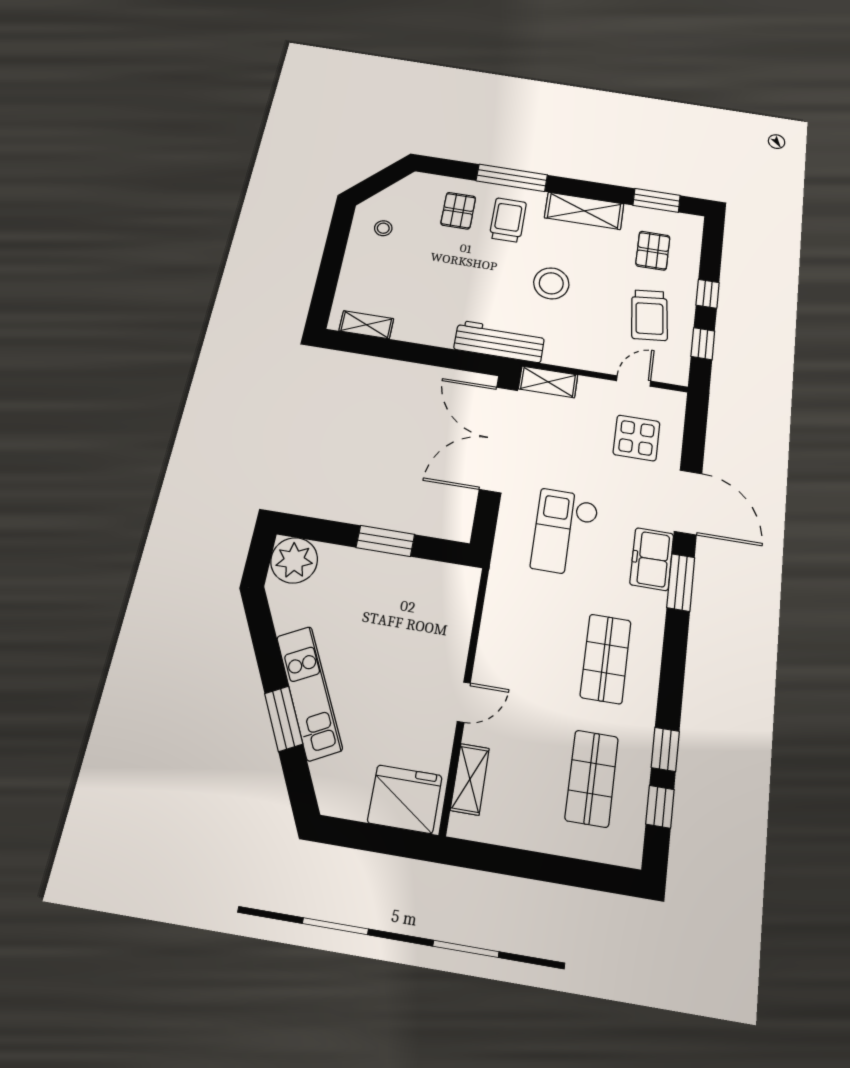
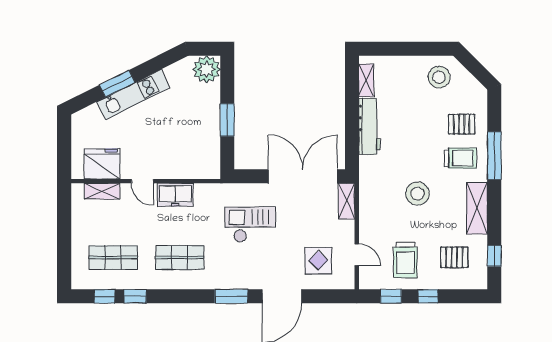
window: (657, 200) -> (494, 256), width x0.67
stool: (383, 228) -> (439, 77), width x1.89, depth x1.89
trolley: (649, 315) -> (405, 260), turned -84
workbench: (499, 341) -> (369, 126), moved
freezer: (652, 559) -> (175, 195), moved, turned 180
fridge: (405, 799) -> (102, 164), moved, turned -90

